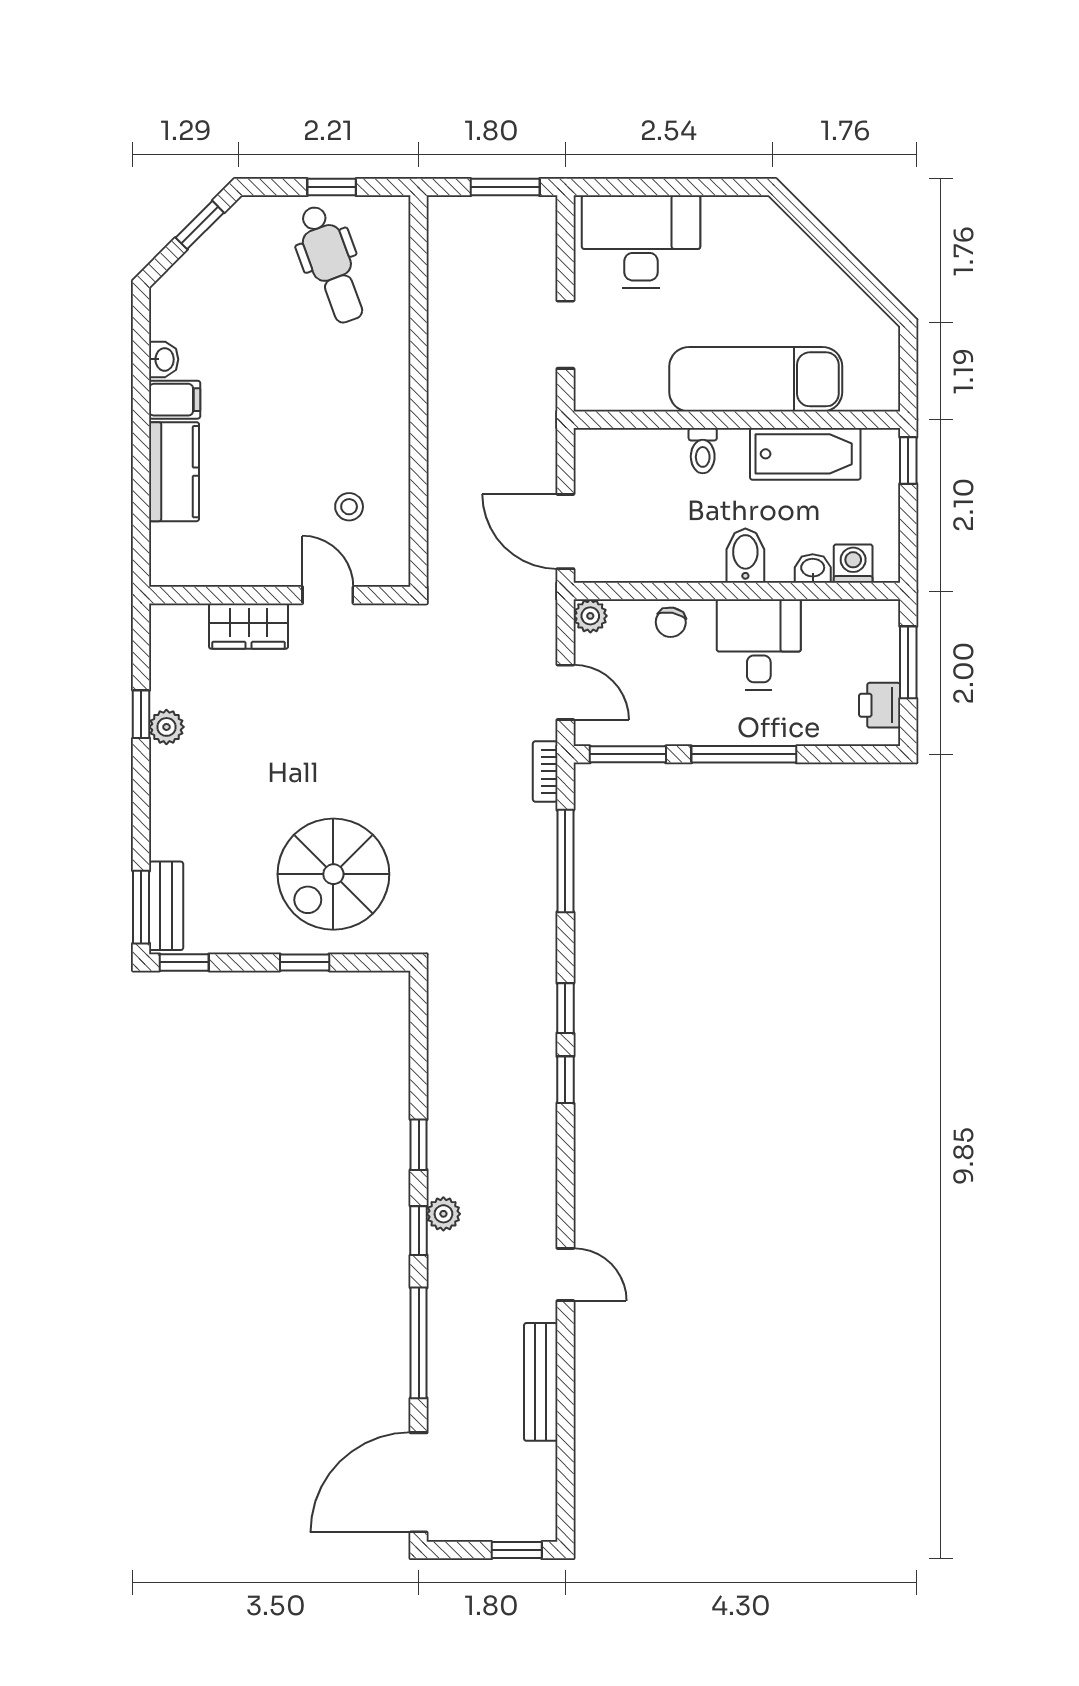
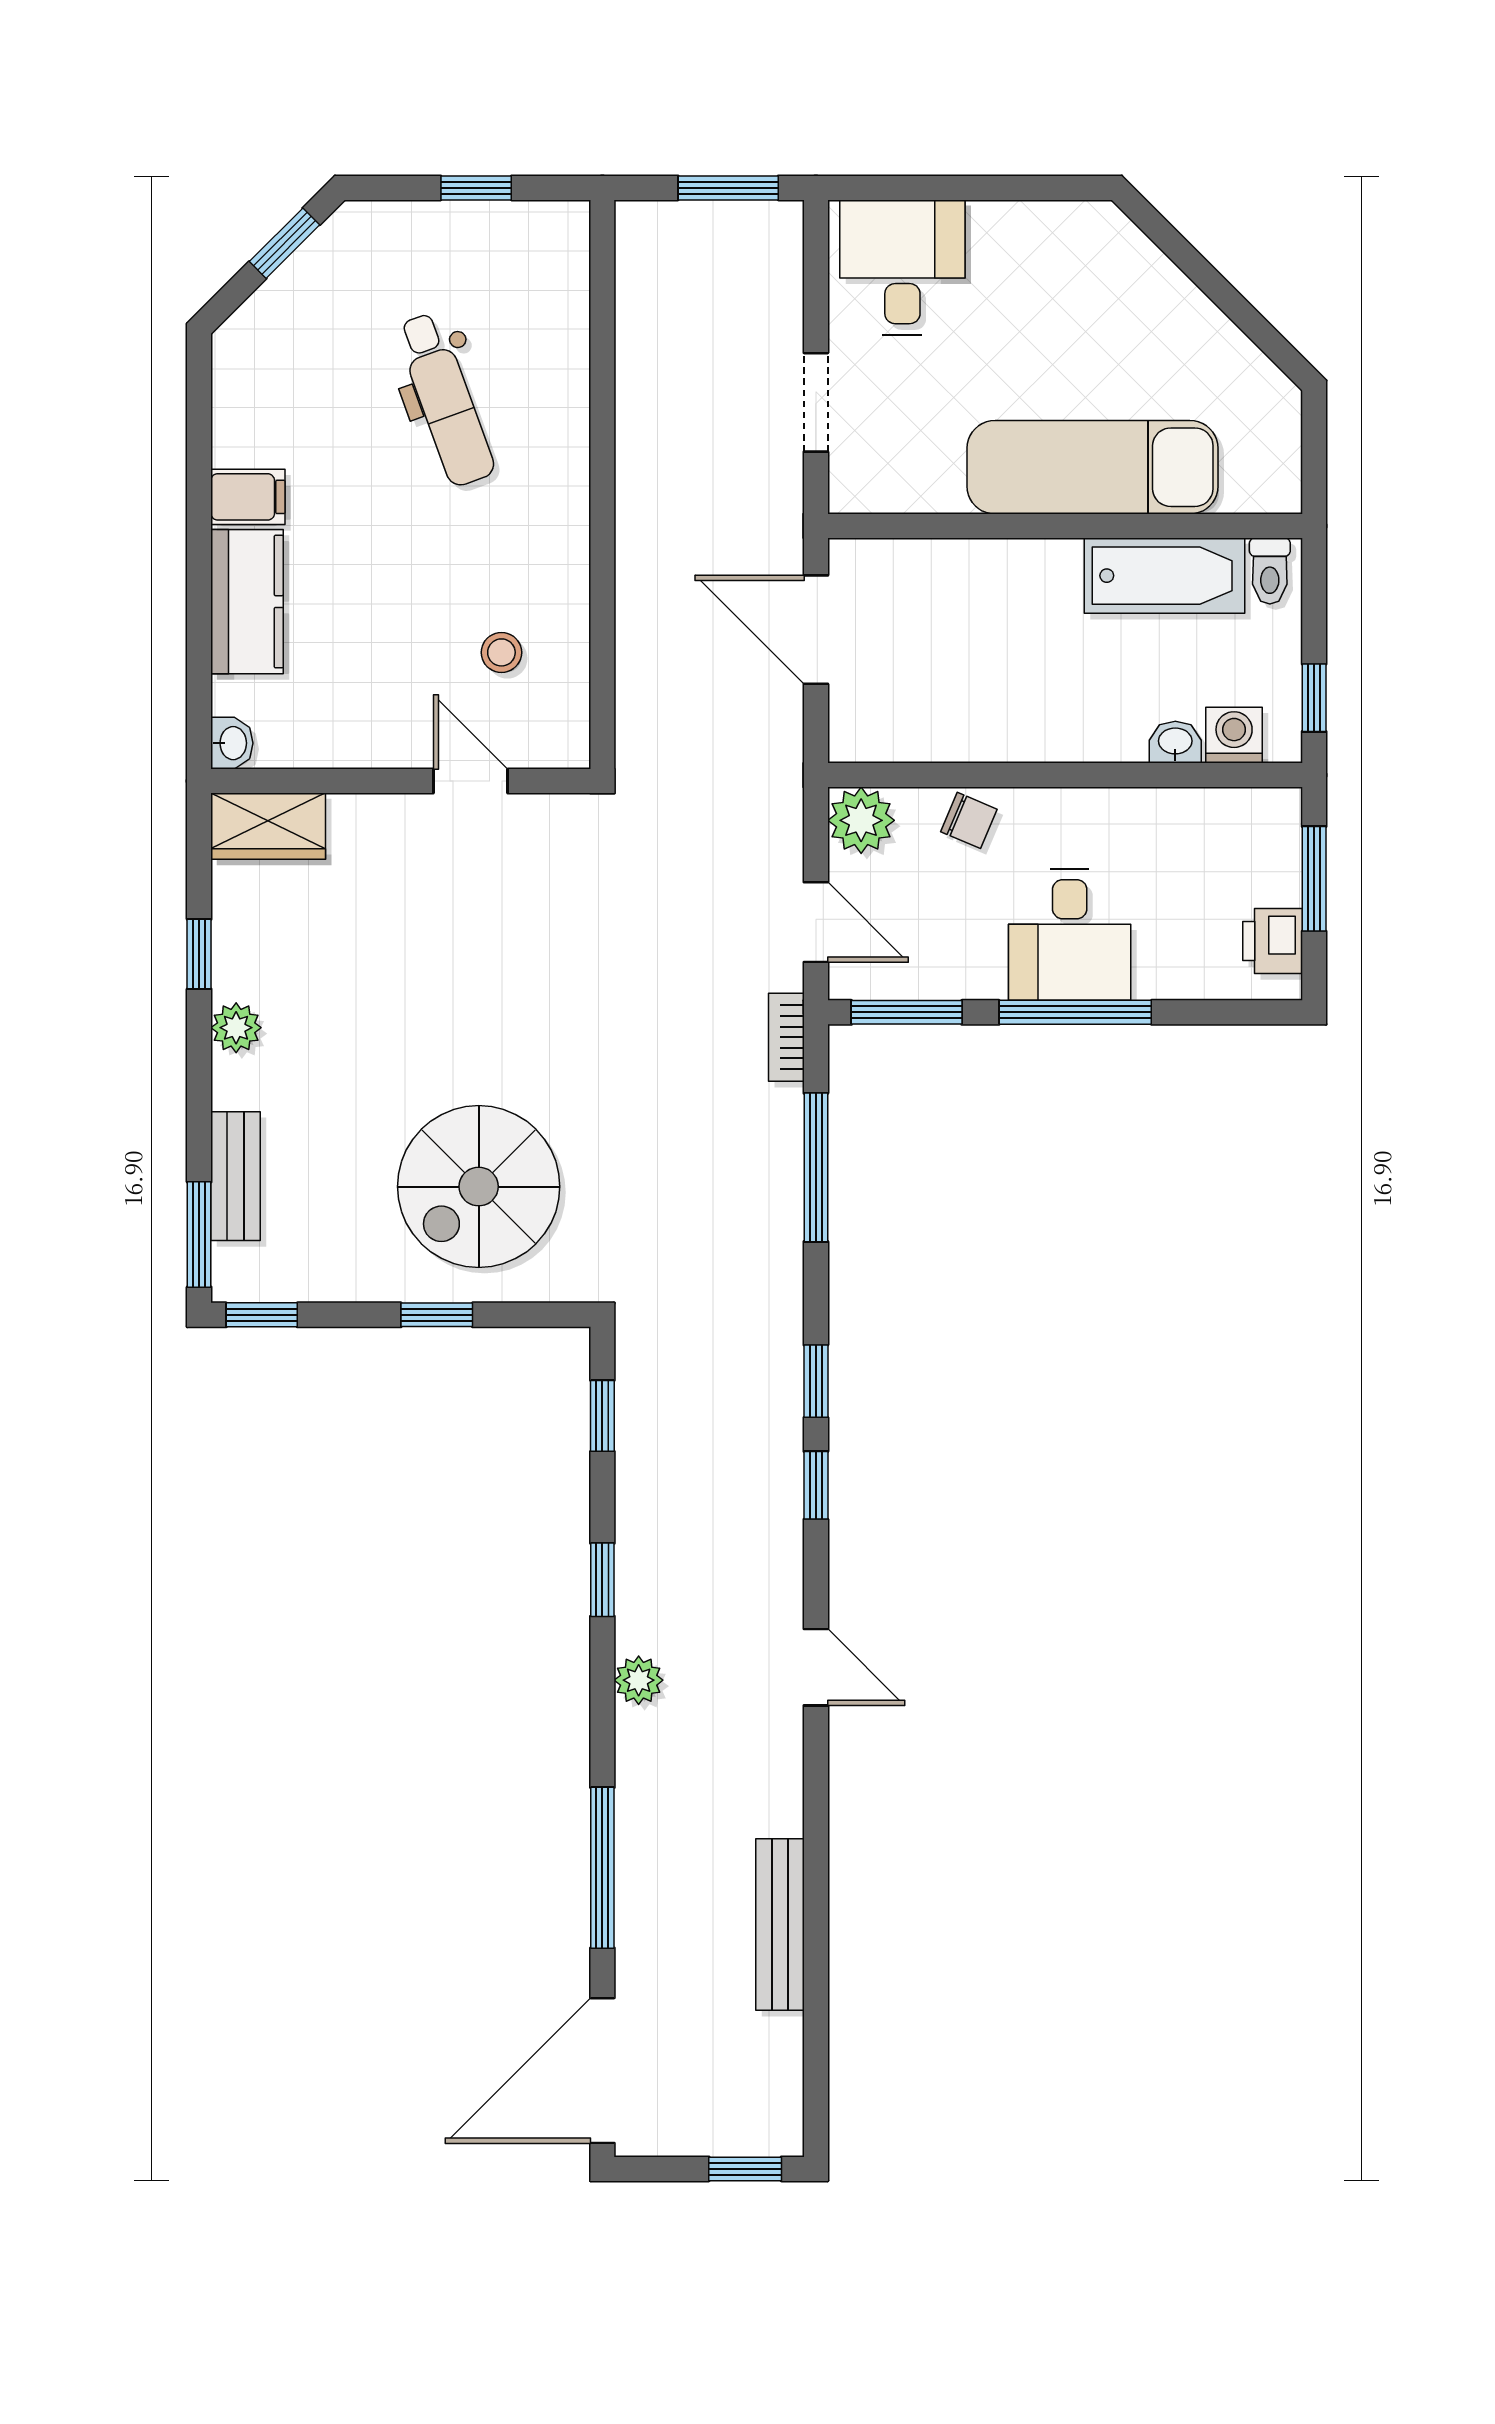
desk: (641, 242) -> (902, 267), width x0.73
dental chair: (331, 264) -> (445, 399), moved
washbasin: (164, 359) -> (232, 743), moved
toilet: (703, 451) -> (1270, 571), moved
window: (908, 461) -> (1314, 698), moved
door: (565, 532) -> (816, 630), moved
bidet: (745, 556) -> (1077, 724), removed
plant: (590, 616) -> (861, 820), width x1.38, depth x1.38
chair: (671, 622) -> (969, 820), turned -77
wardrobe: (249, 626) -> (268, 826), moved
desk: (759, 644) -> (1070, 935), moved, turned 180
plant: (166, 727) -> (236, 1028), moved
bench: (166, 906) -> (236, 1176), moved
window: (419, 1231) -> (602, 1416), moved
door: (565, 1275) -> (816, 1667), moved

